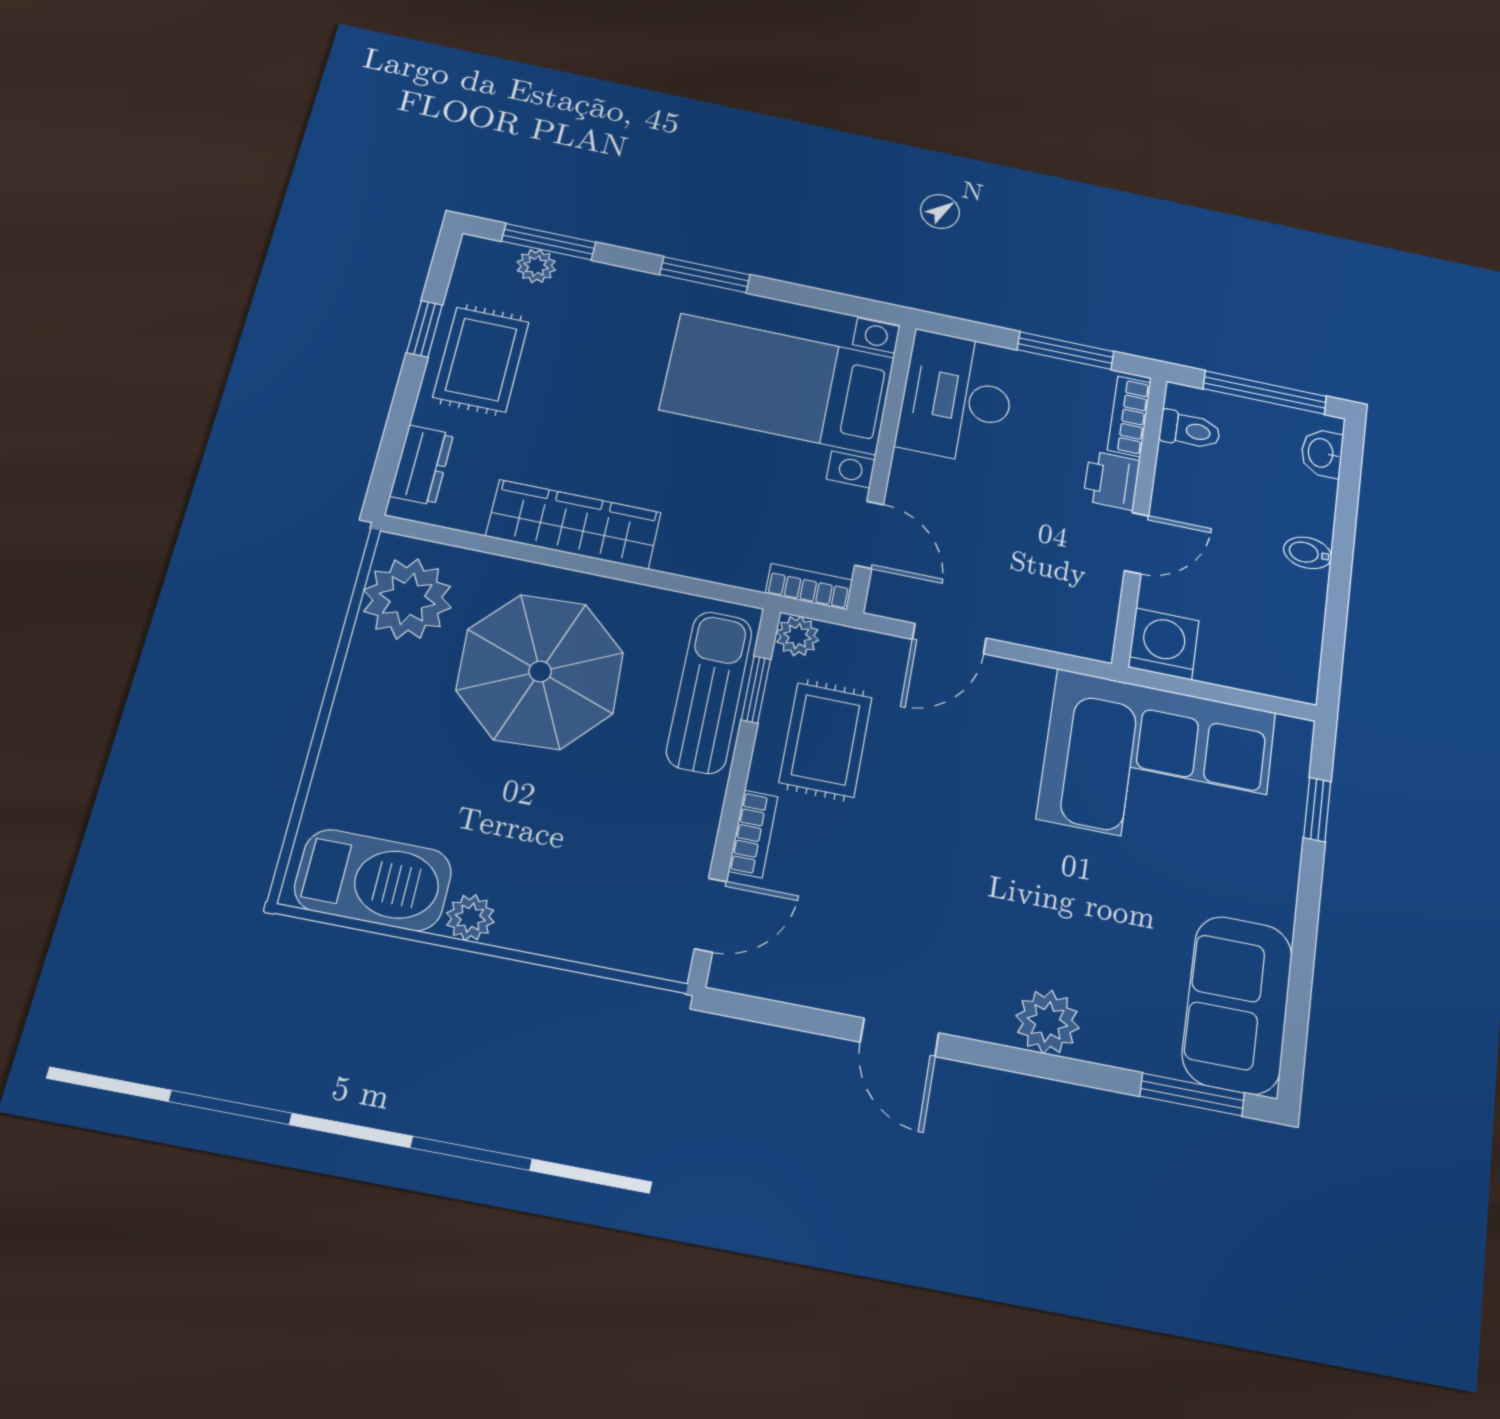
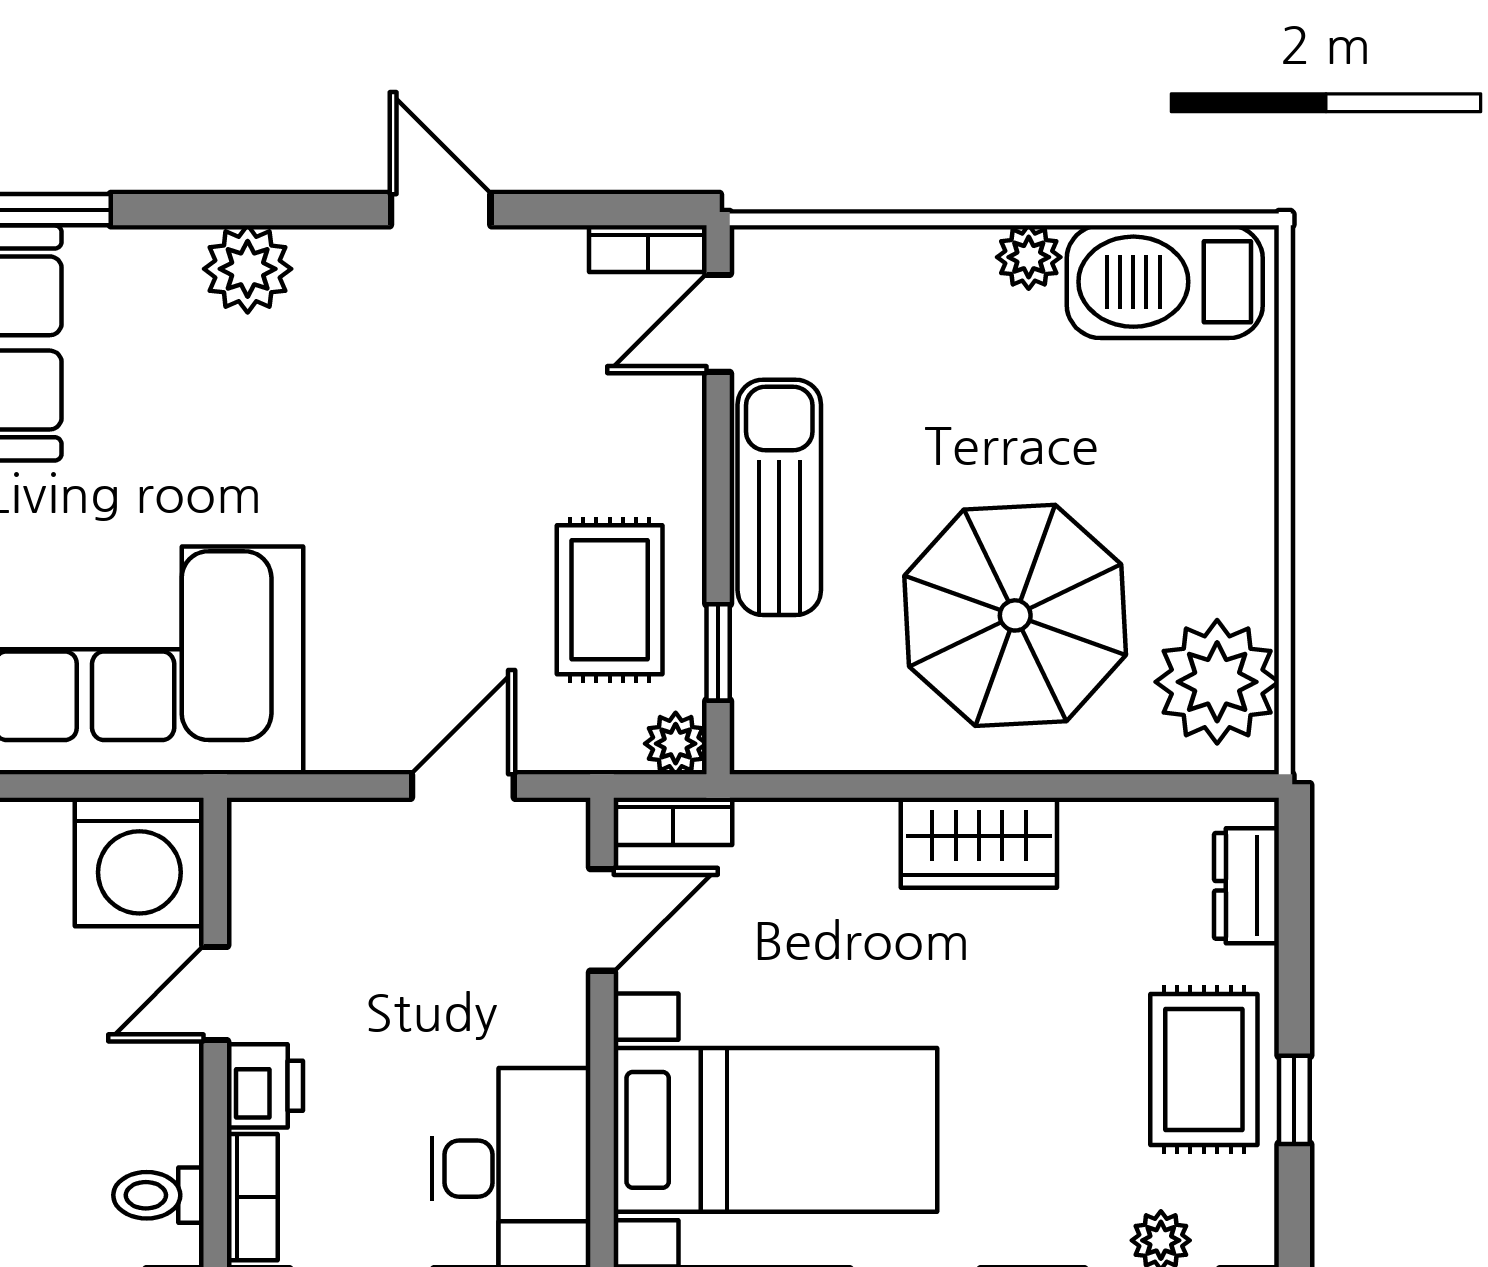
wardrobe: (574, 524) -> (979, 843), width x0.67
door: (869, 535) -> (602, 920), swing flipped
washing machine: (1164, 644) -> (139, 862), width x1.37, depth x1.37
sun lounger: (709, 692) -> (779, 497), moved, turned 180
bookcase: (753, 834) -> (648, 249), moved, turned -90

